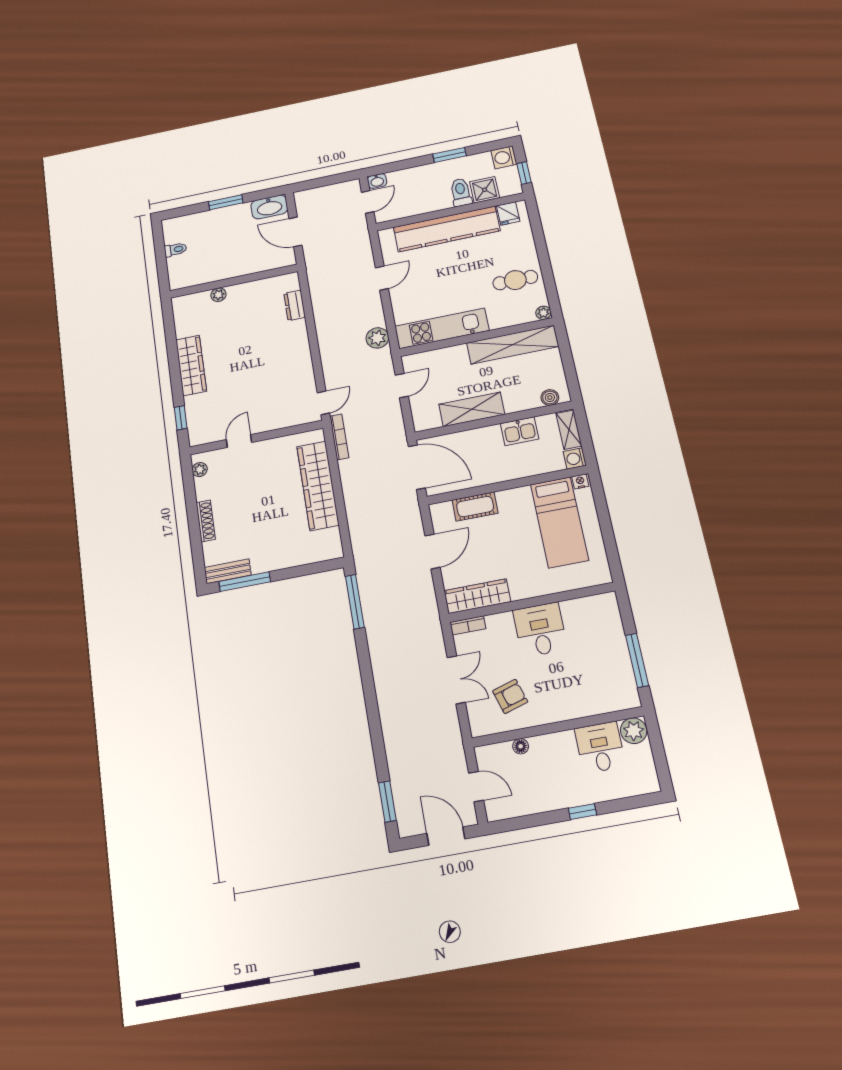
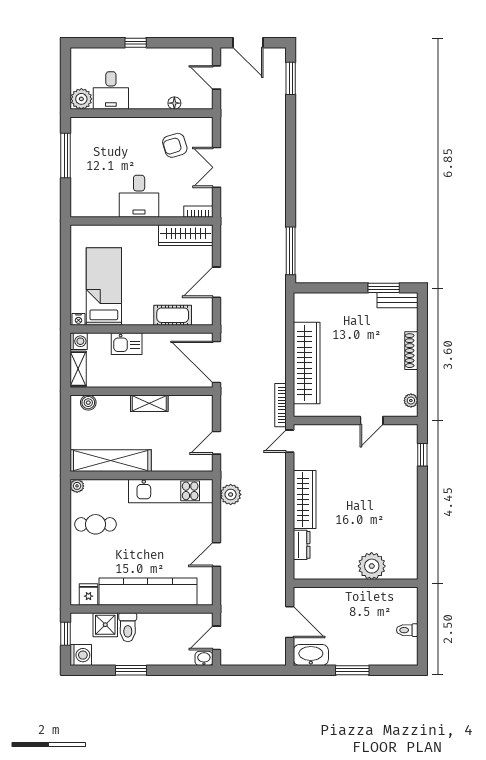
plant: (218, 295) -> (372, 566), width x1.88, depth x1.88
wardrobe: (191, 365) -> (305, 500), moved, turned 180
shelving: (472, 409) -> (149, 403), width x0.67, depth x0.75
kitchen sink: (520, 431) -> (127, 344), moved, turned 180
window: (245, 582) -> (384, 288), width x0.69

